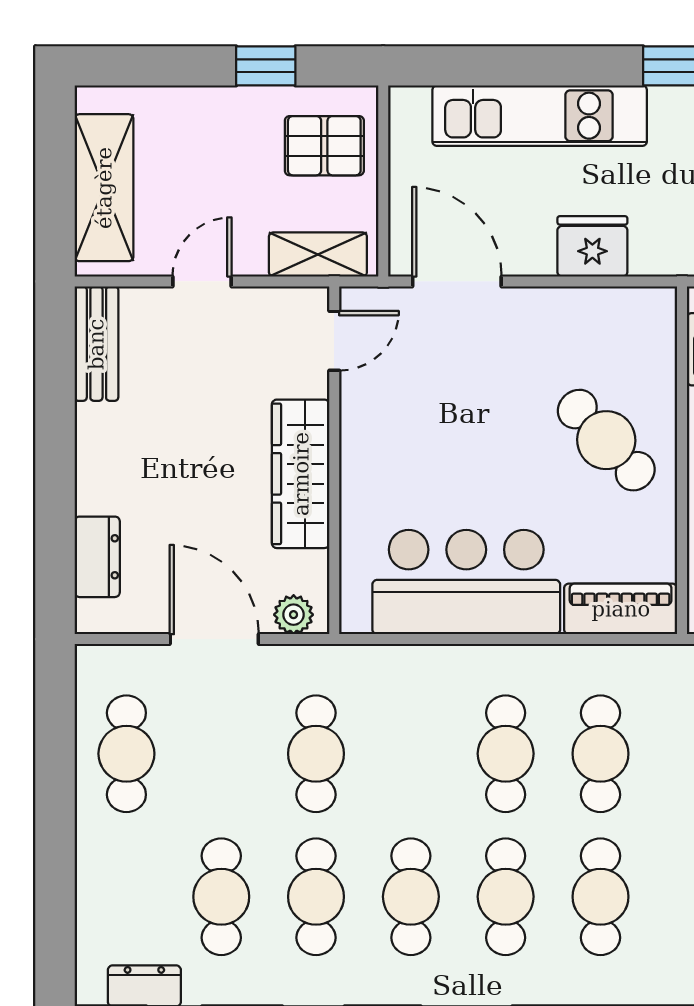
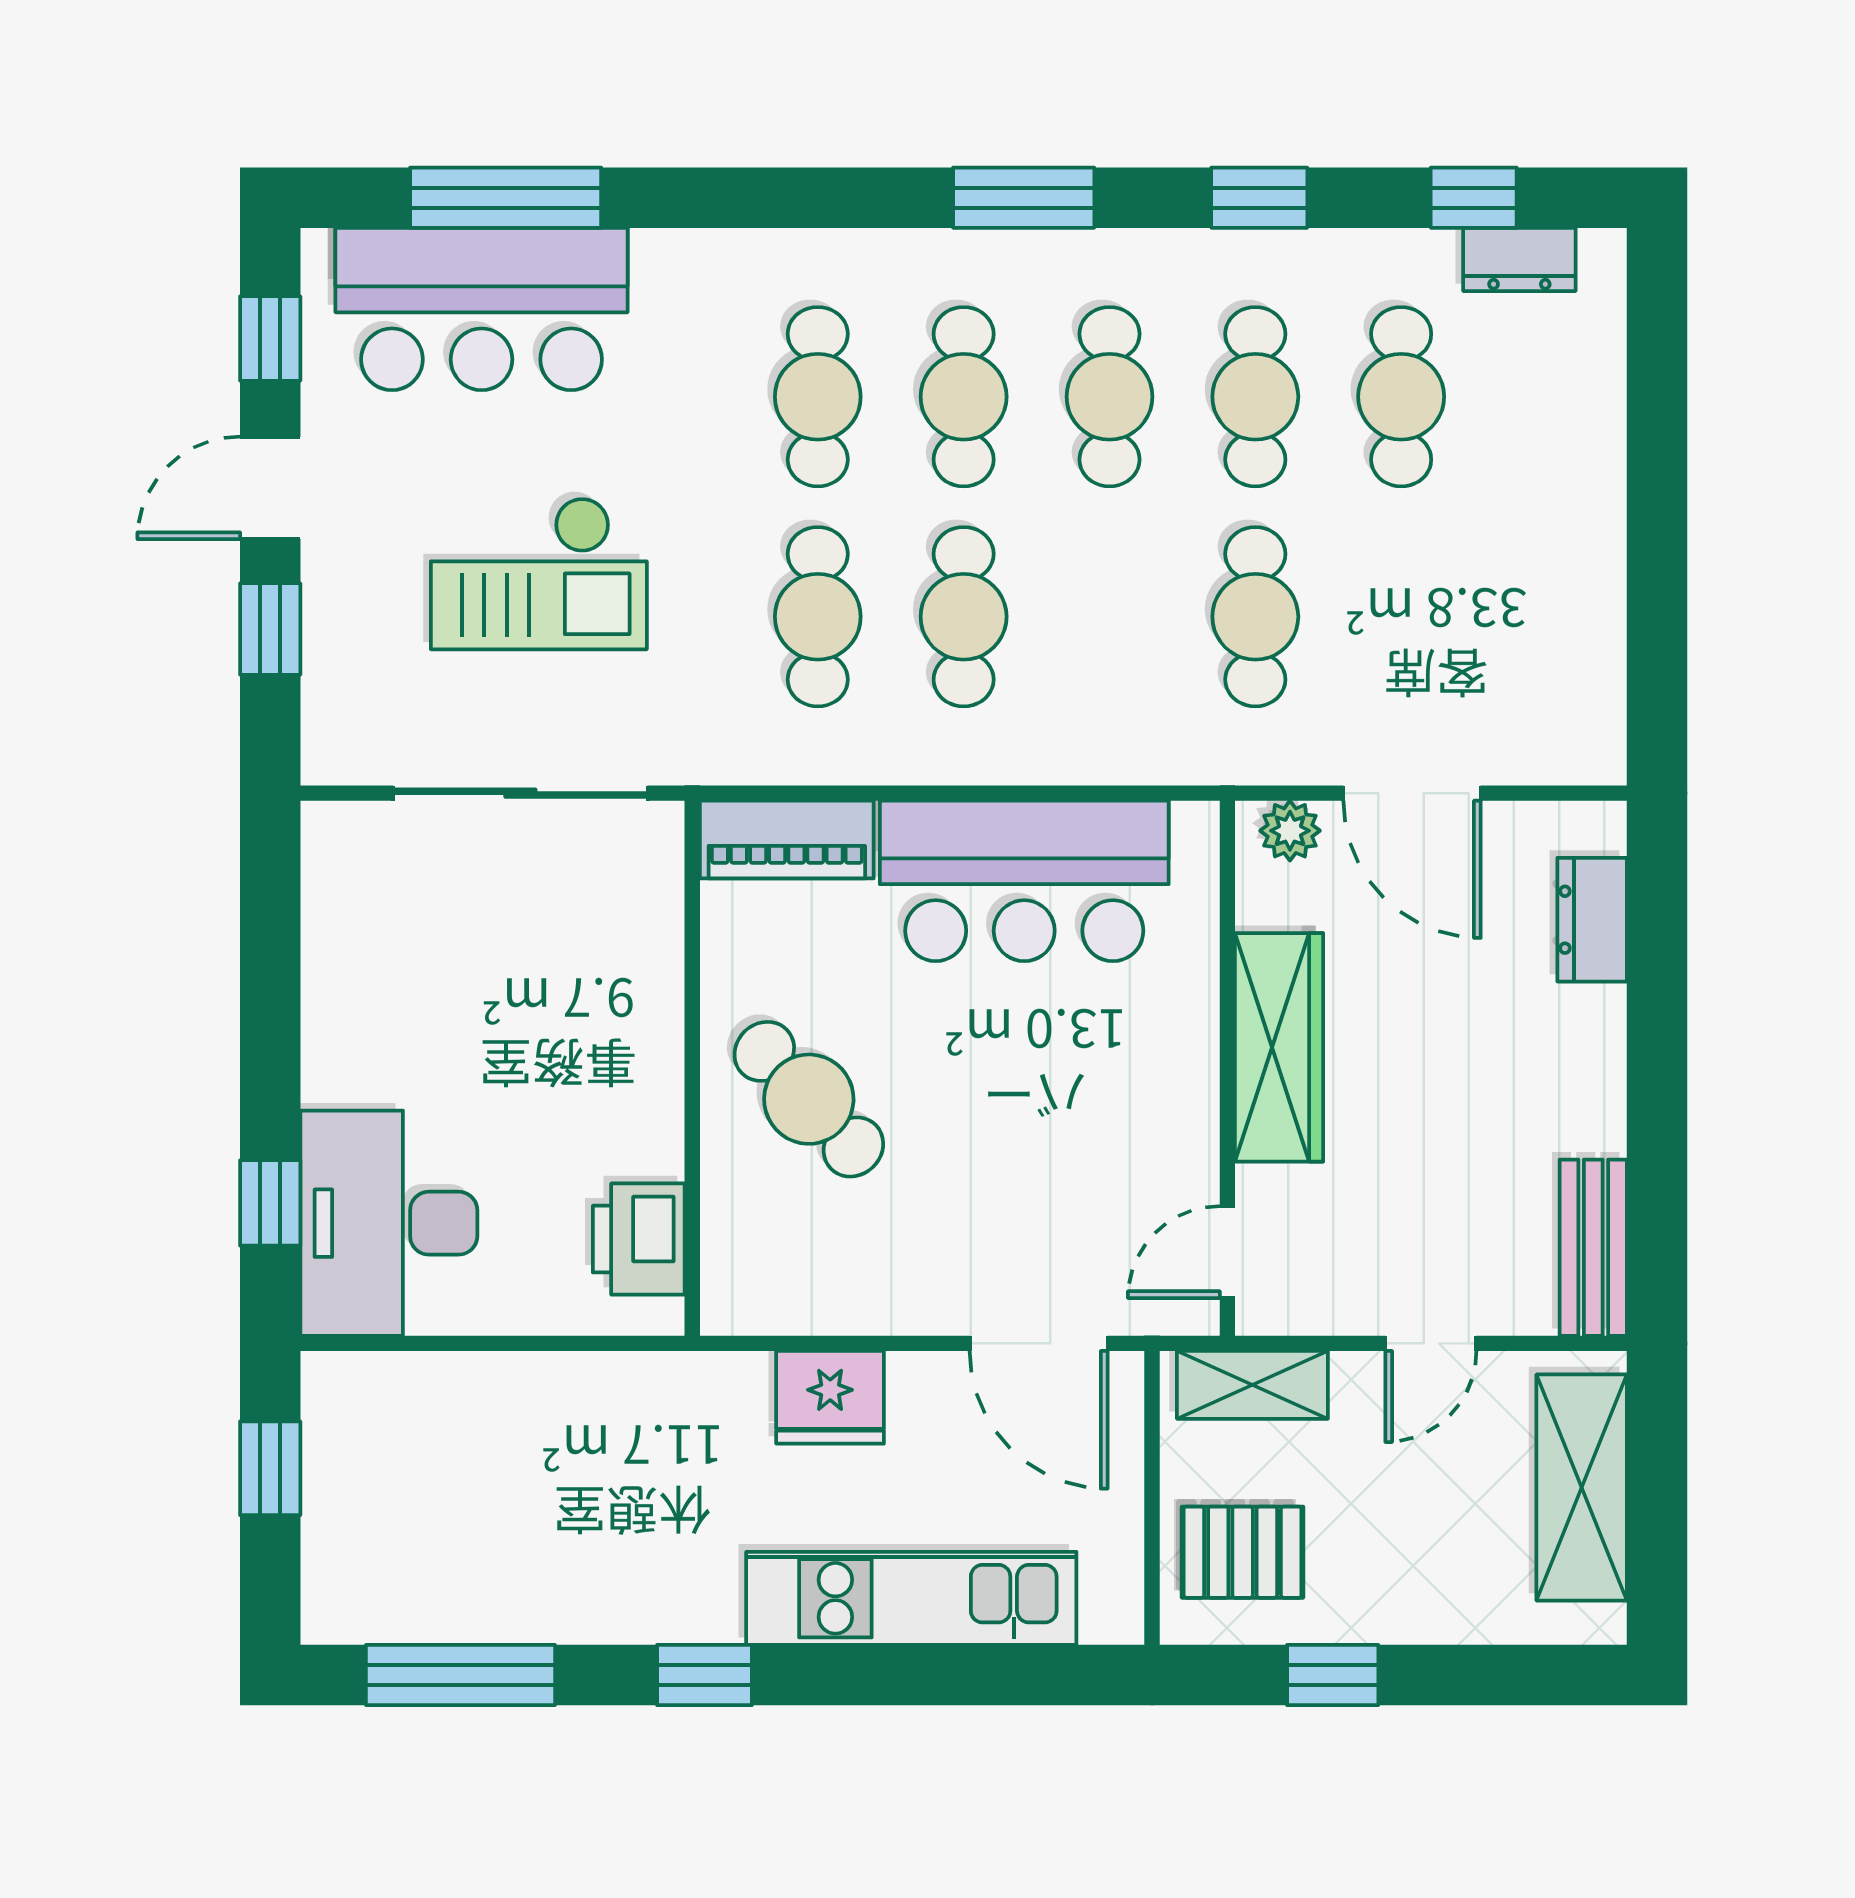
cafe table: (126, 754) -> (1547, 617), removed

